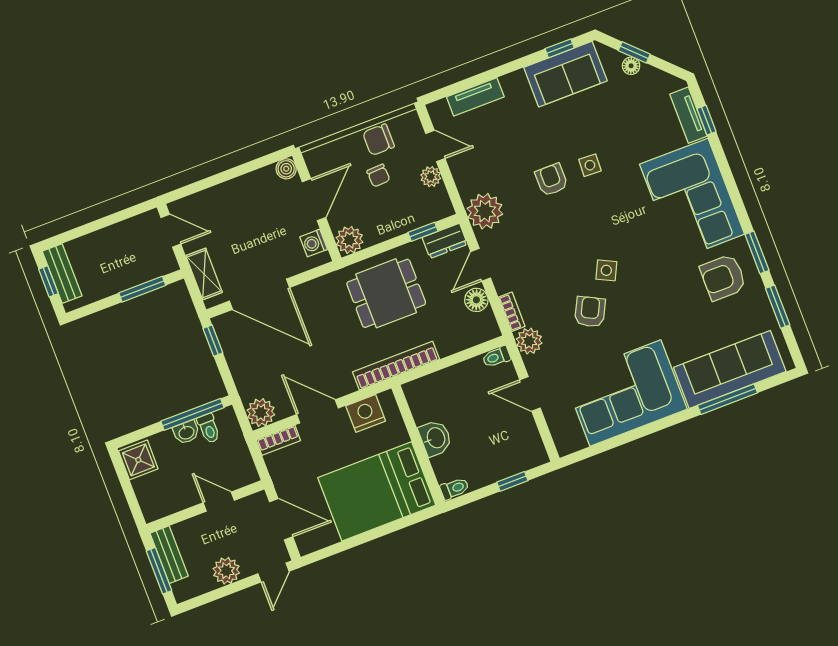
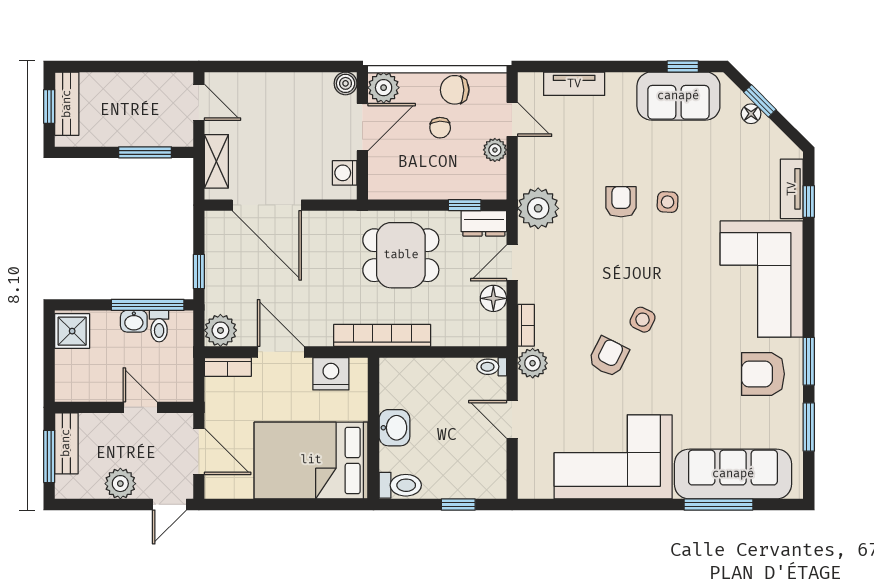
plant: (349, 240) -> (384, 88), moved
window: (213, 341) -> (199, 271), moved
toilet: (455, 488) -> (400, 485), width x1.37, depth x1.39

